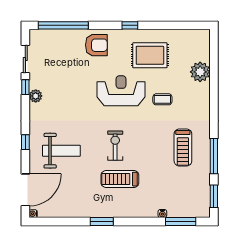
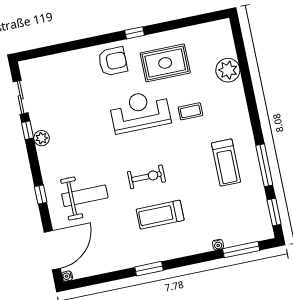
window: (63, 25) -> (57, 49), removed
armchair: (96, 45) -> (113, 61), moved
exercise bike: (115, 146) -> (146, 177), turned 90

